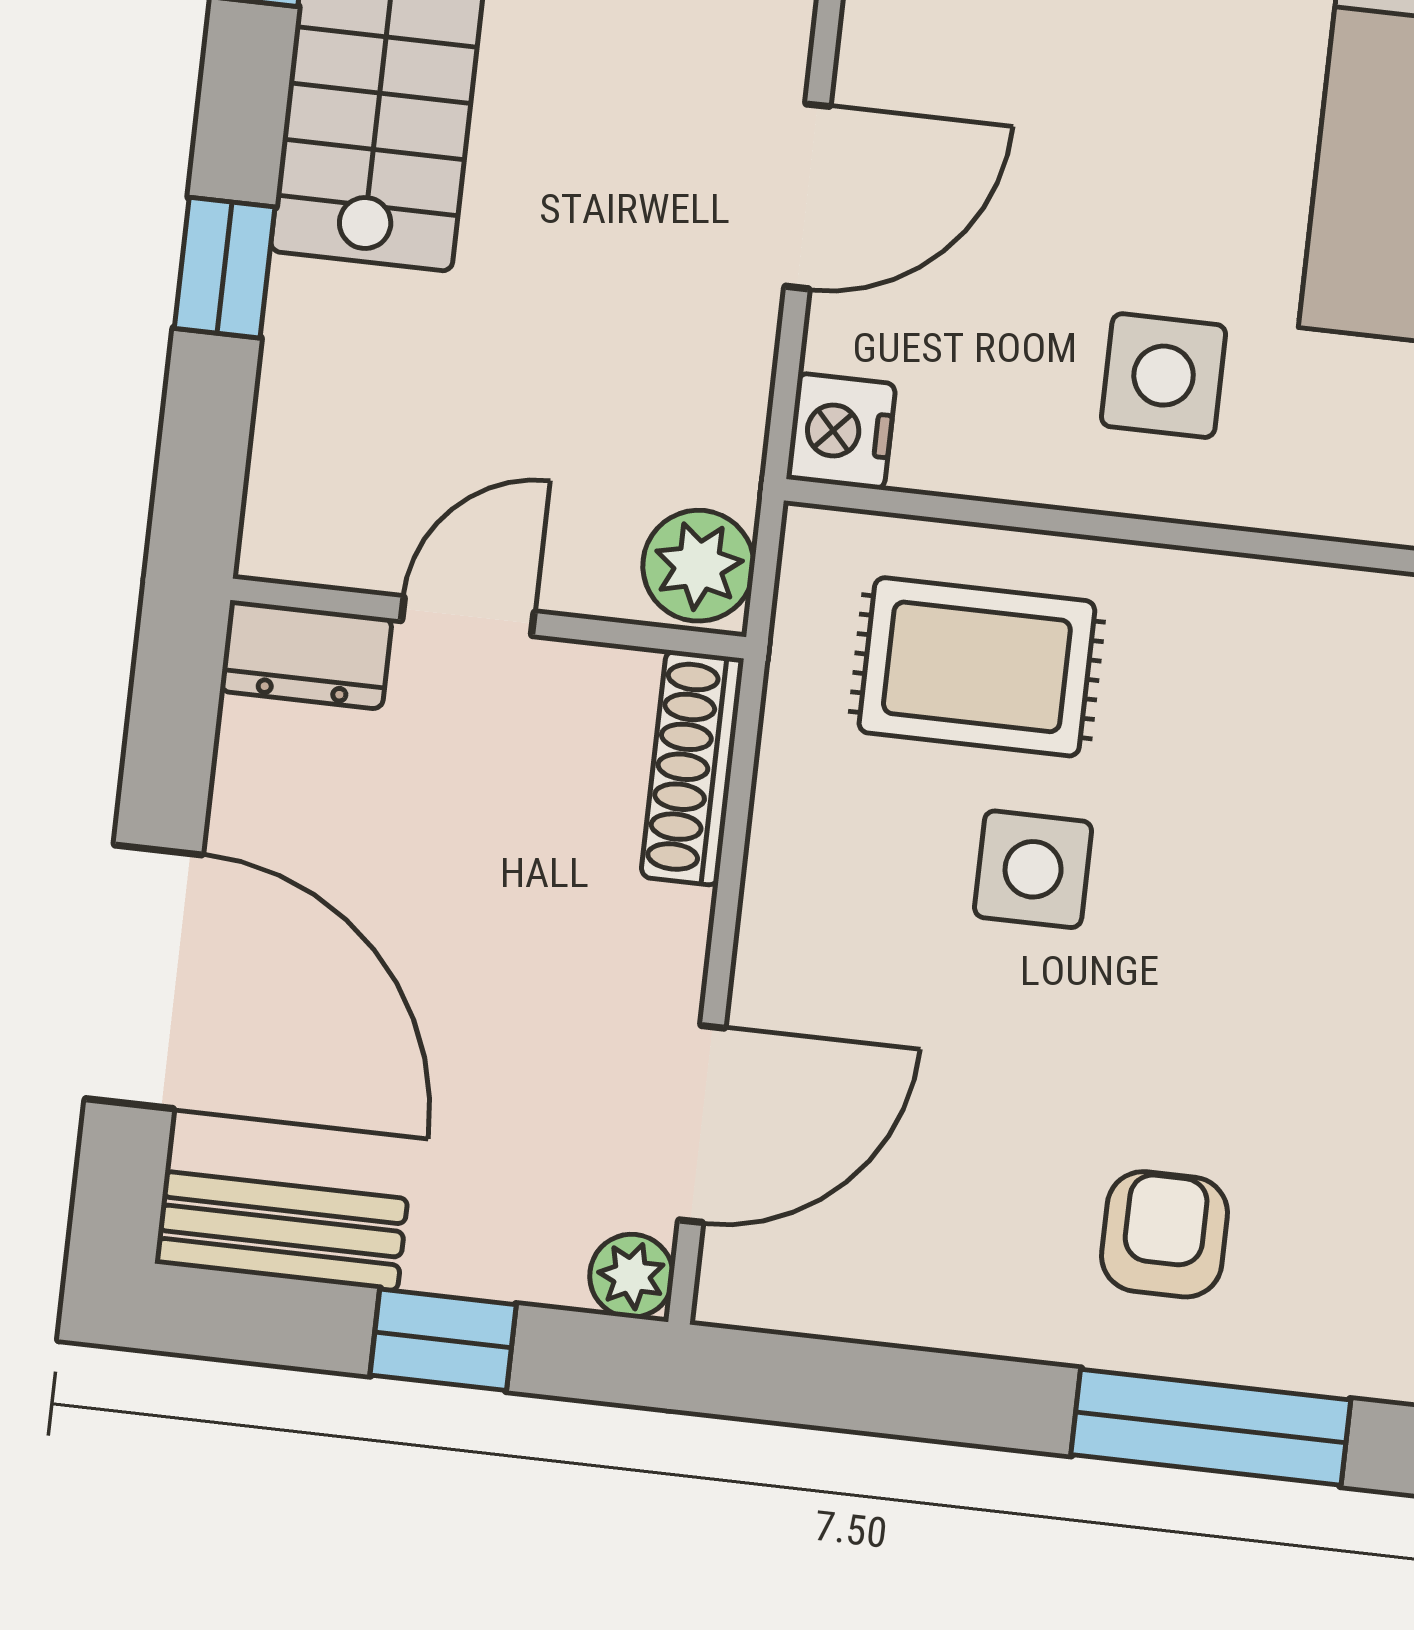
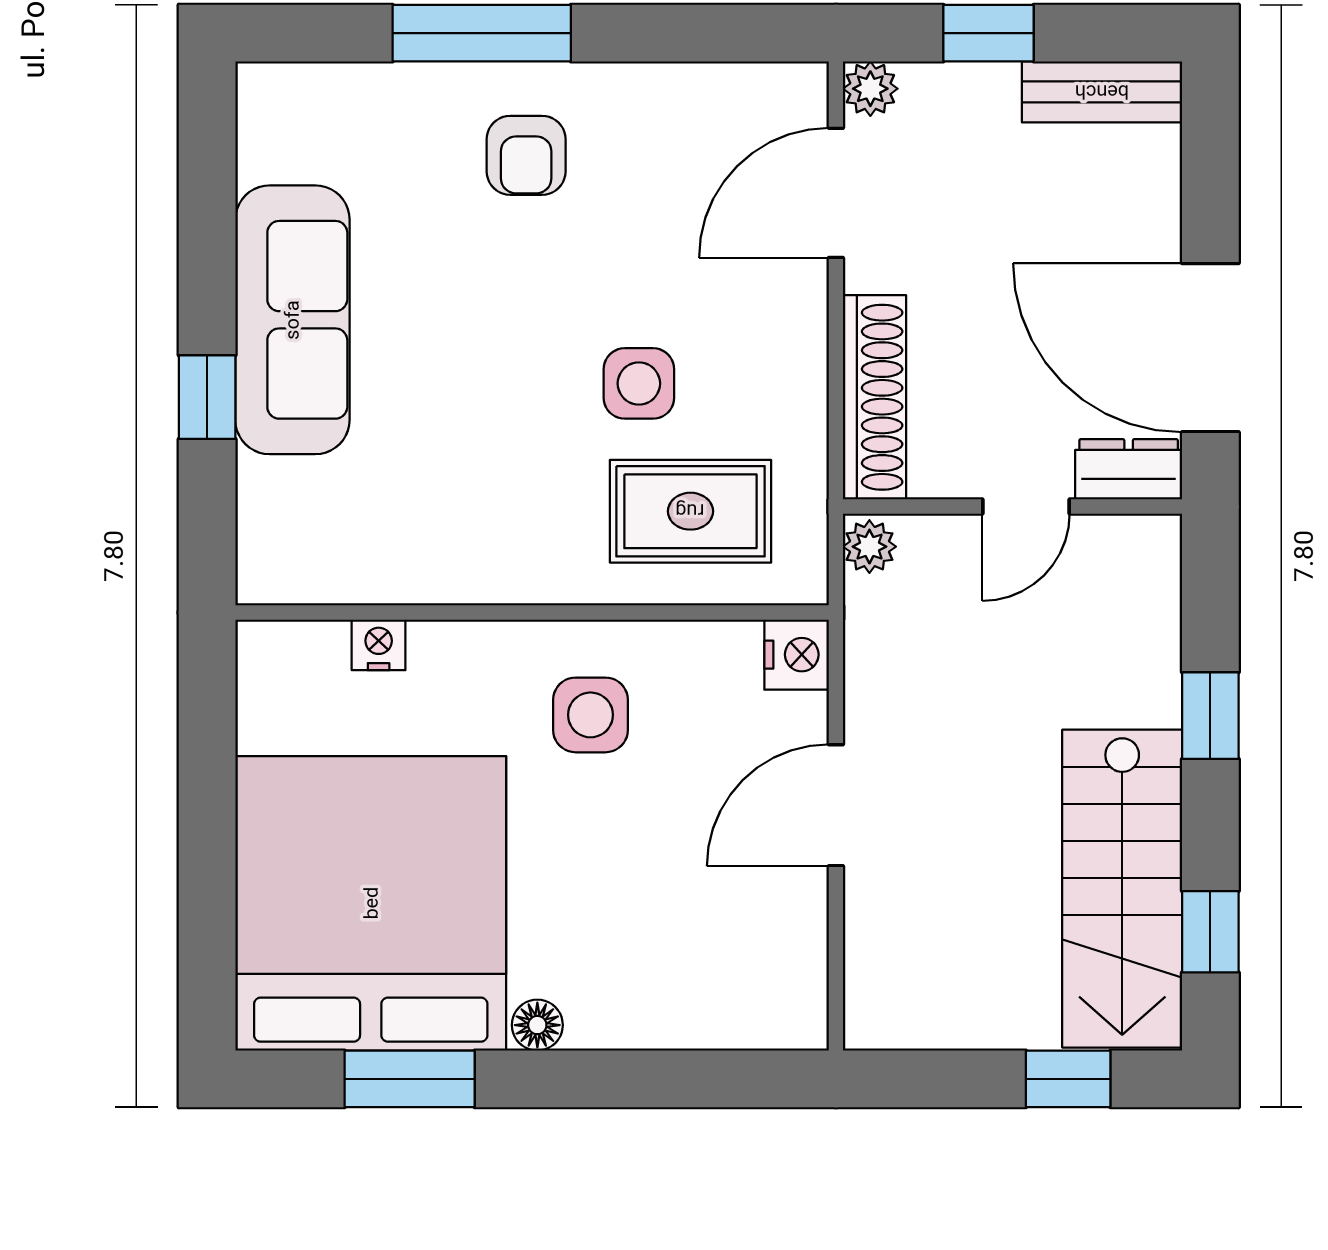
plant: (698, 566) -> (869, 547), width x0.73, depth x0.73
shoe rack: (692, 768) -> (875, 397), width x1.36, depth x1.24
door: (144, 977) -> (1210, 348), moved

